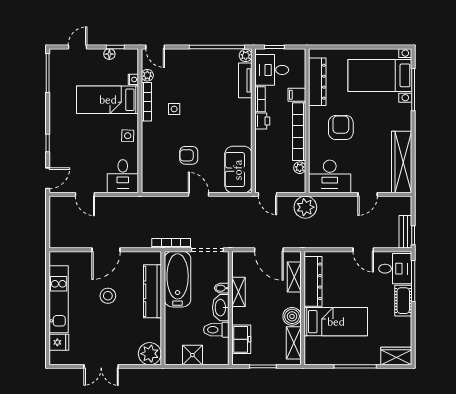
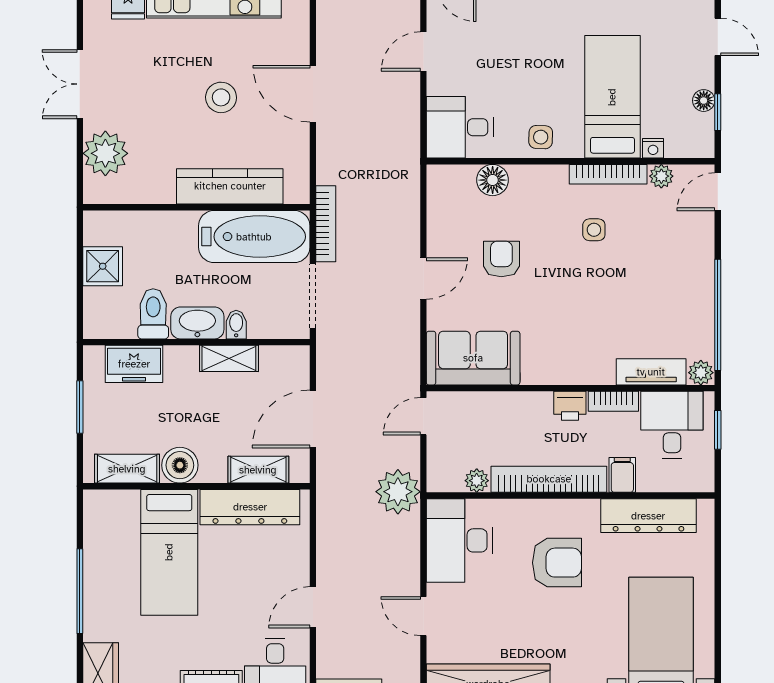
floor lamp: (149, 160) -> (493, 180), added
plant: (150, 354) -> (105, 153), moved

